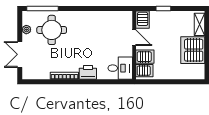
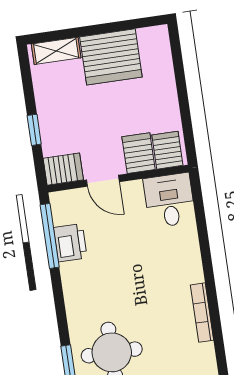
window: (112, 8) -> (50, 236), added
door: (134, 38) -> (103, 181), swing flipped
printer: (88, 72) -> (70, 243), moved, turned 180

